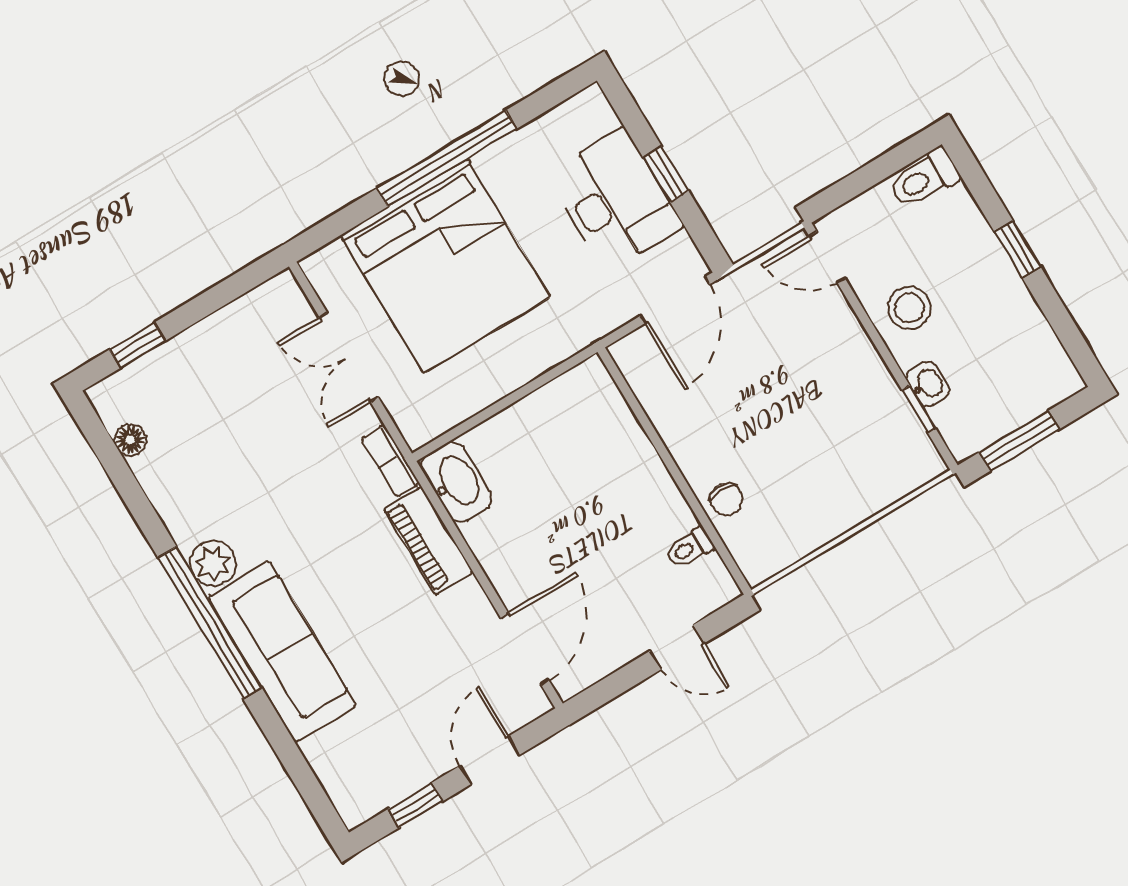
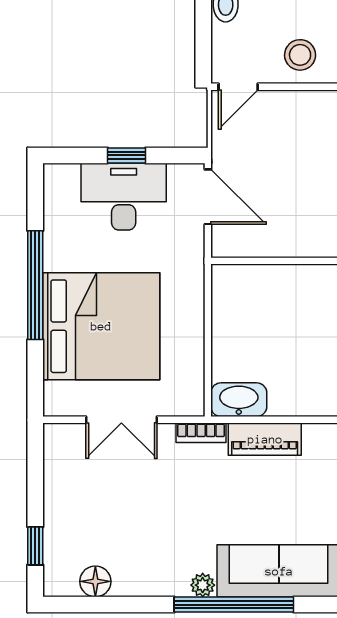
floor lamp: (130, 440) -> (95, 581), width x1.37, depth x1.37
plant: (213, 563) -> (203, 585), width x0.73, depth x0.73

